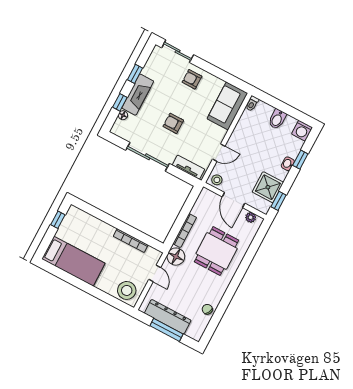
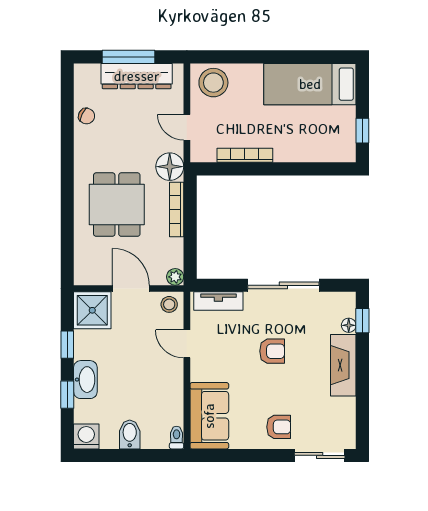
window: (135, 74) -> (362, 392), removed
window: (120, 102) -> (362, 321), moved
door: (219, 153) -> (187, 344), hinge flipped
washbasin: (288, 164) -> (85, 380), width x1.91, depth x1.45
shower: (268, 187) -> (92, 310), moved
window: (278, 201) -> (67, 345), moved
plant: (251, 217) -> (175, 277), moved

